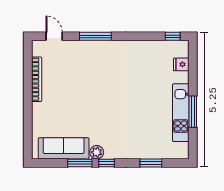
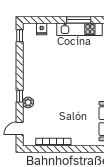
window: (95, 36) -> (20, 96), width x0.46
plant: (87, 47) -> (28, 102), added

